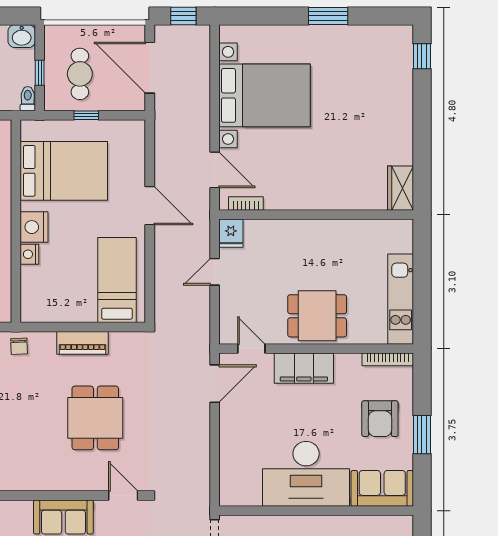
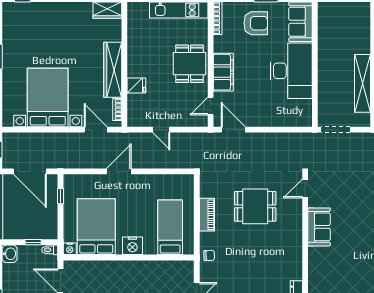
door: (150, 68) -> (30, 171), hinge flipped
cafe table: (80, 74) -> (34, 216), removed
window: (86, 115) -> (61, 196), moved
door: (215, 170) -> (96, 130), hinge flipped
wardrobe: (308, 196) -> (113, 70), added
fridge: (231, 233) -> (136, 85), moved
nightstand: (29, 254) -> (70, 249), moved
bed: (117, 280) -> (170, 227), moved, turned 90

